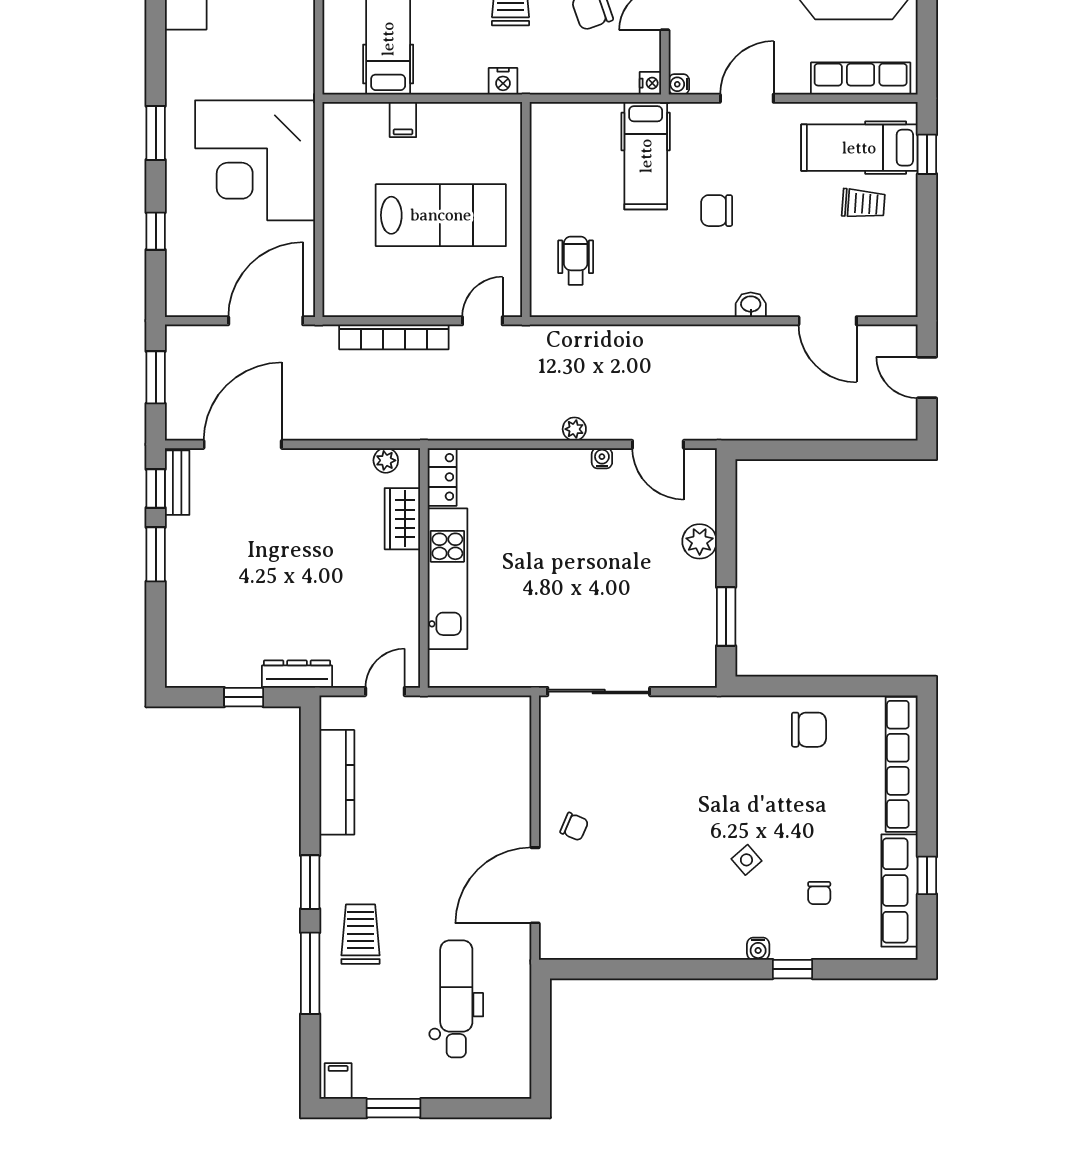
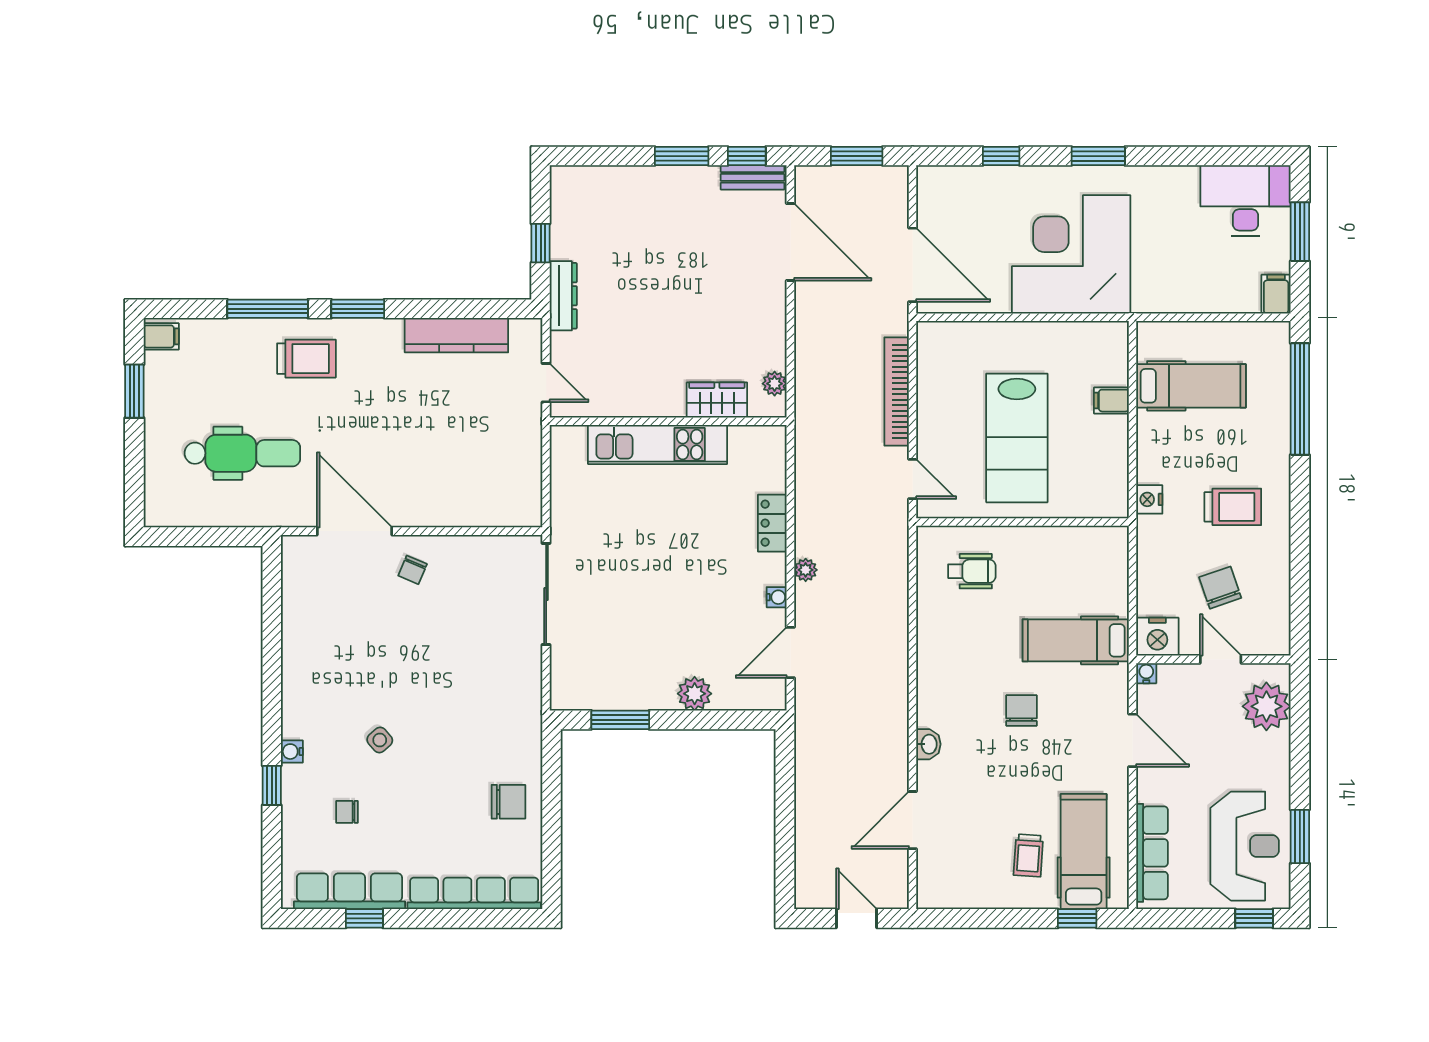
nightstand: (650, 83) -> (1157, 637), width x1.89, depth x1.79
door: (927, 377) -> (856, 918), hinge flipped
locker: (442, 477) -> (772, 523), moved, turned 90
chair: (809, 730) -> (508, 802), turned -90

